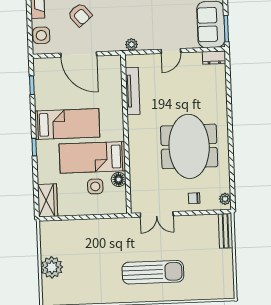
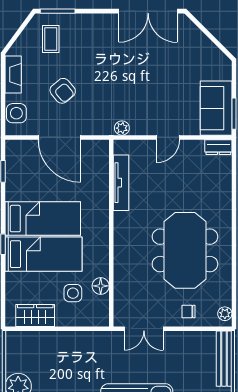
bed: (92, 157) -> (43, 254), moved, turned 180
wardrobe: (48, 200) -> (35, 315), moved, turned -90
bench: (226, 231) -> (224, 359), width x1.36

